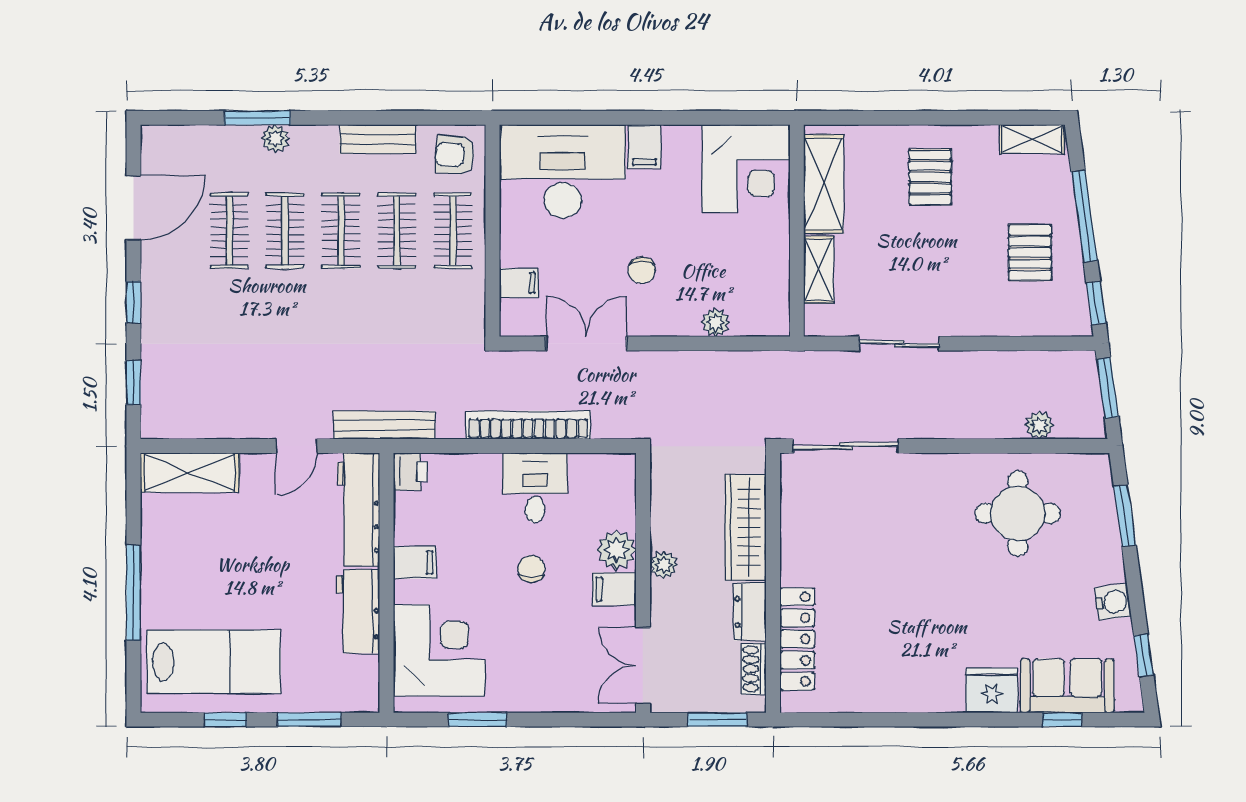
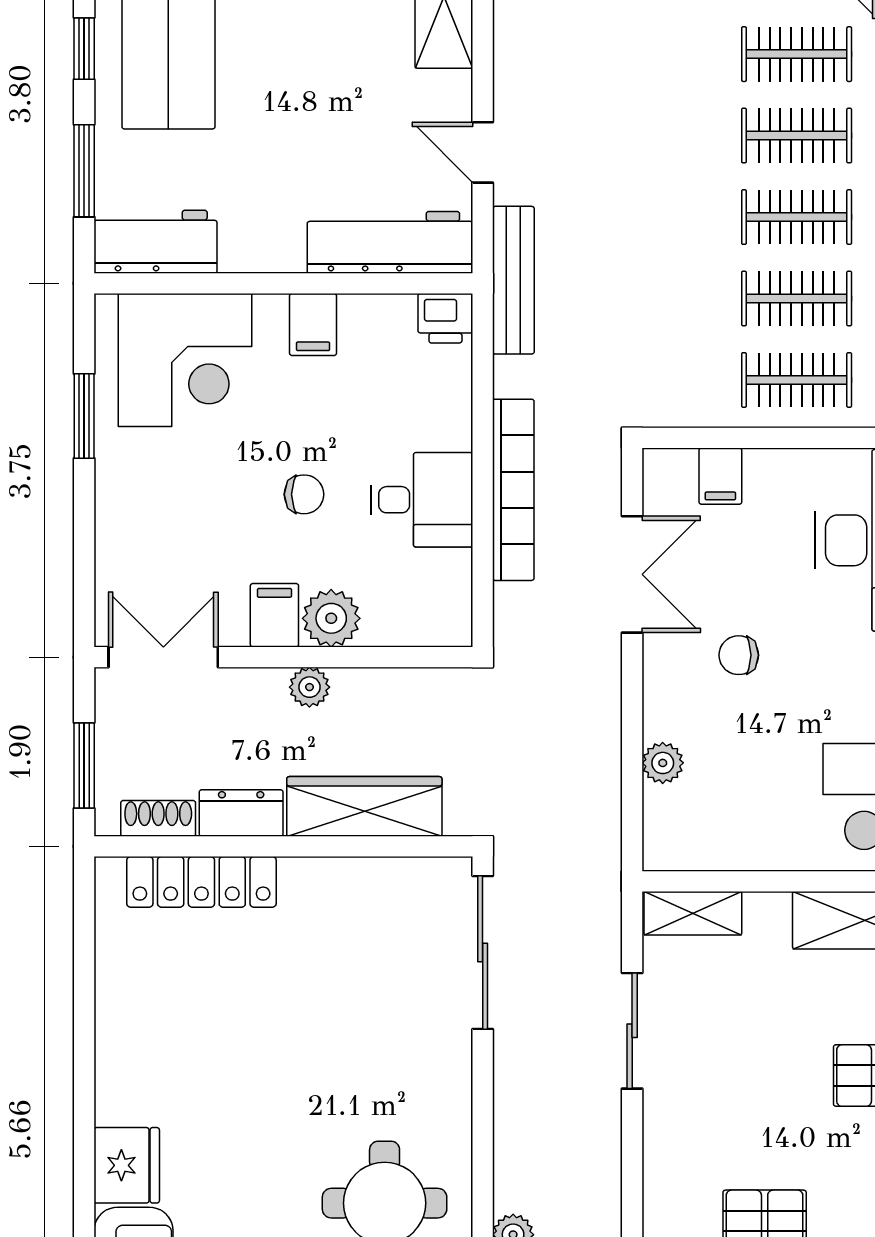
shelving: (819, 270) -> (693, 913), moved
workbench: (358, 611) -> (155, 242), moved

